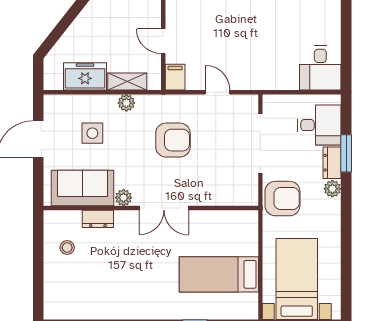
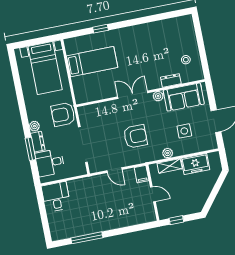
armchair: (173, 140) -> (135, 136), turned 180

